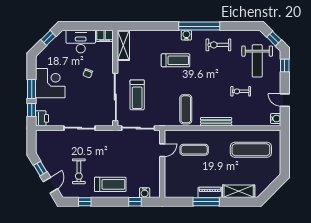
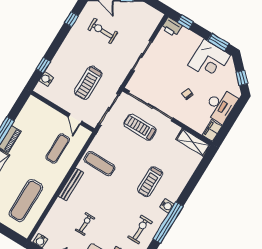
corner desk: (50, 83) -> (209, 60), moved
window: (32, 89) -> (218, 42), moved
treadmill: (110, 184) -> (88, 83), moved

